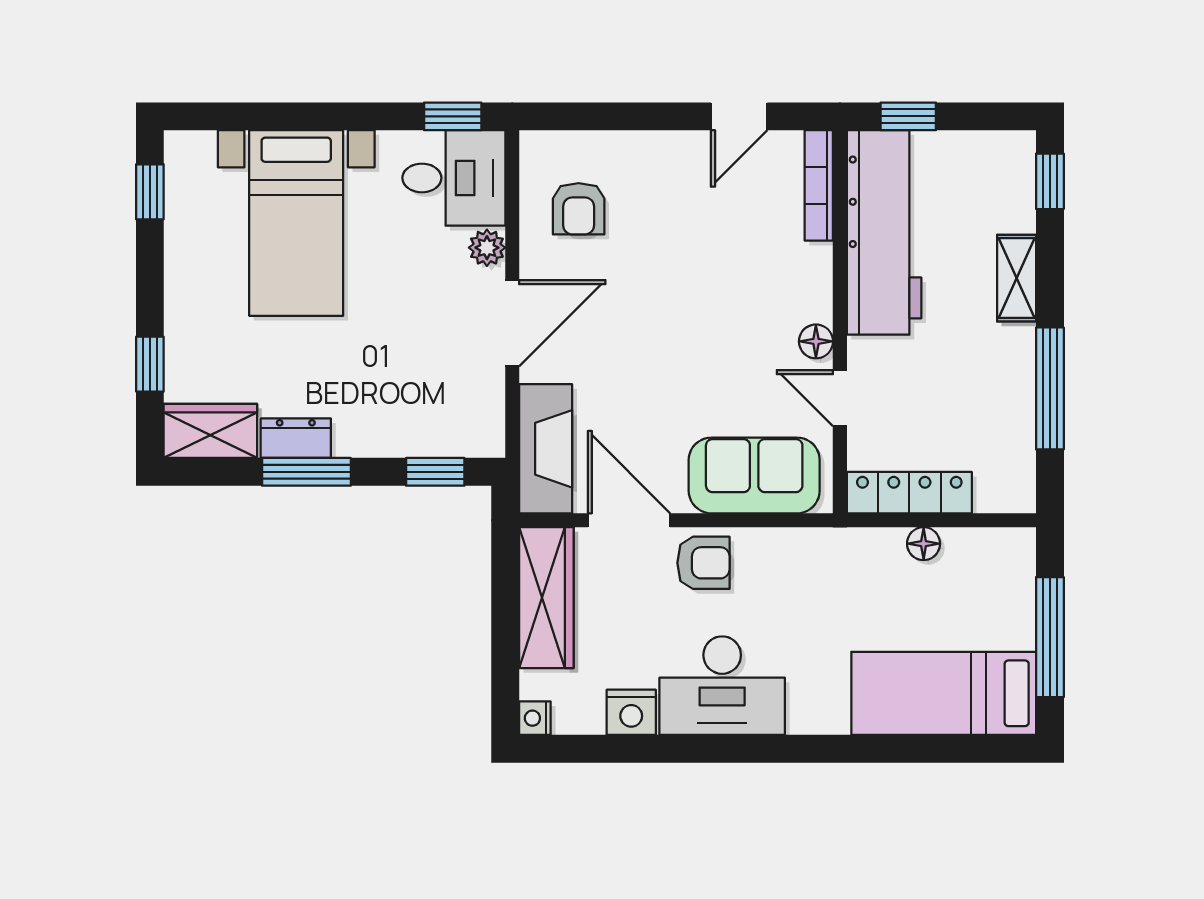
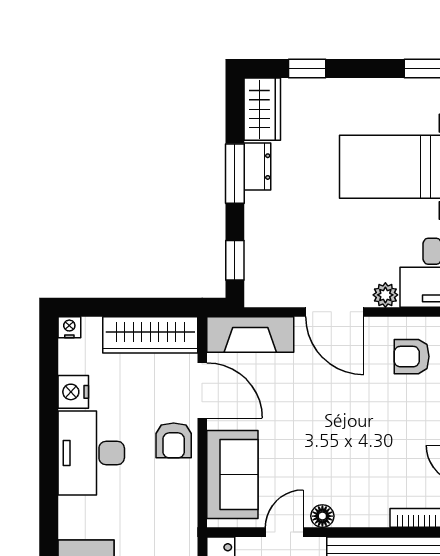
door: (629, 520) -> (202, 390), hinge flipped

